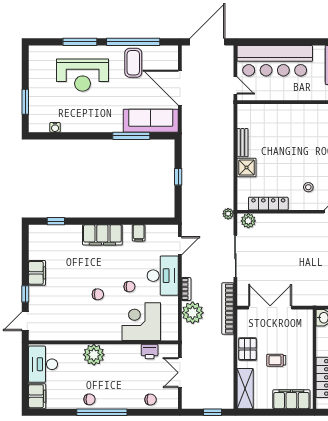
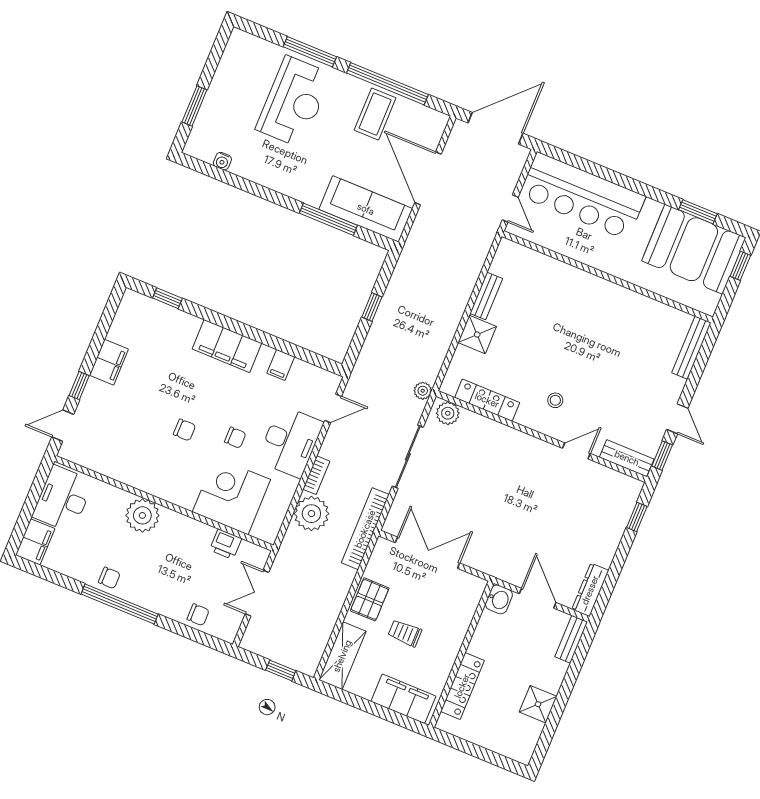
reception desk: (83, 75) -> (294, 102), turned -90

